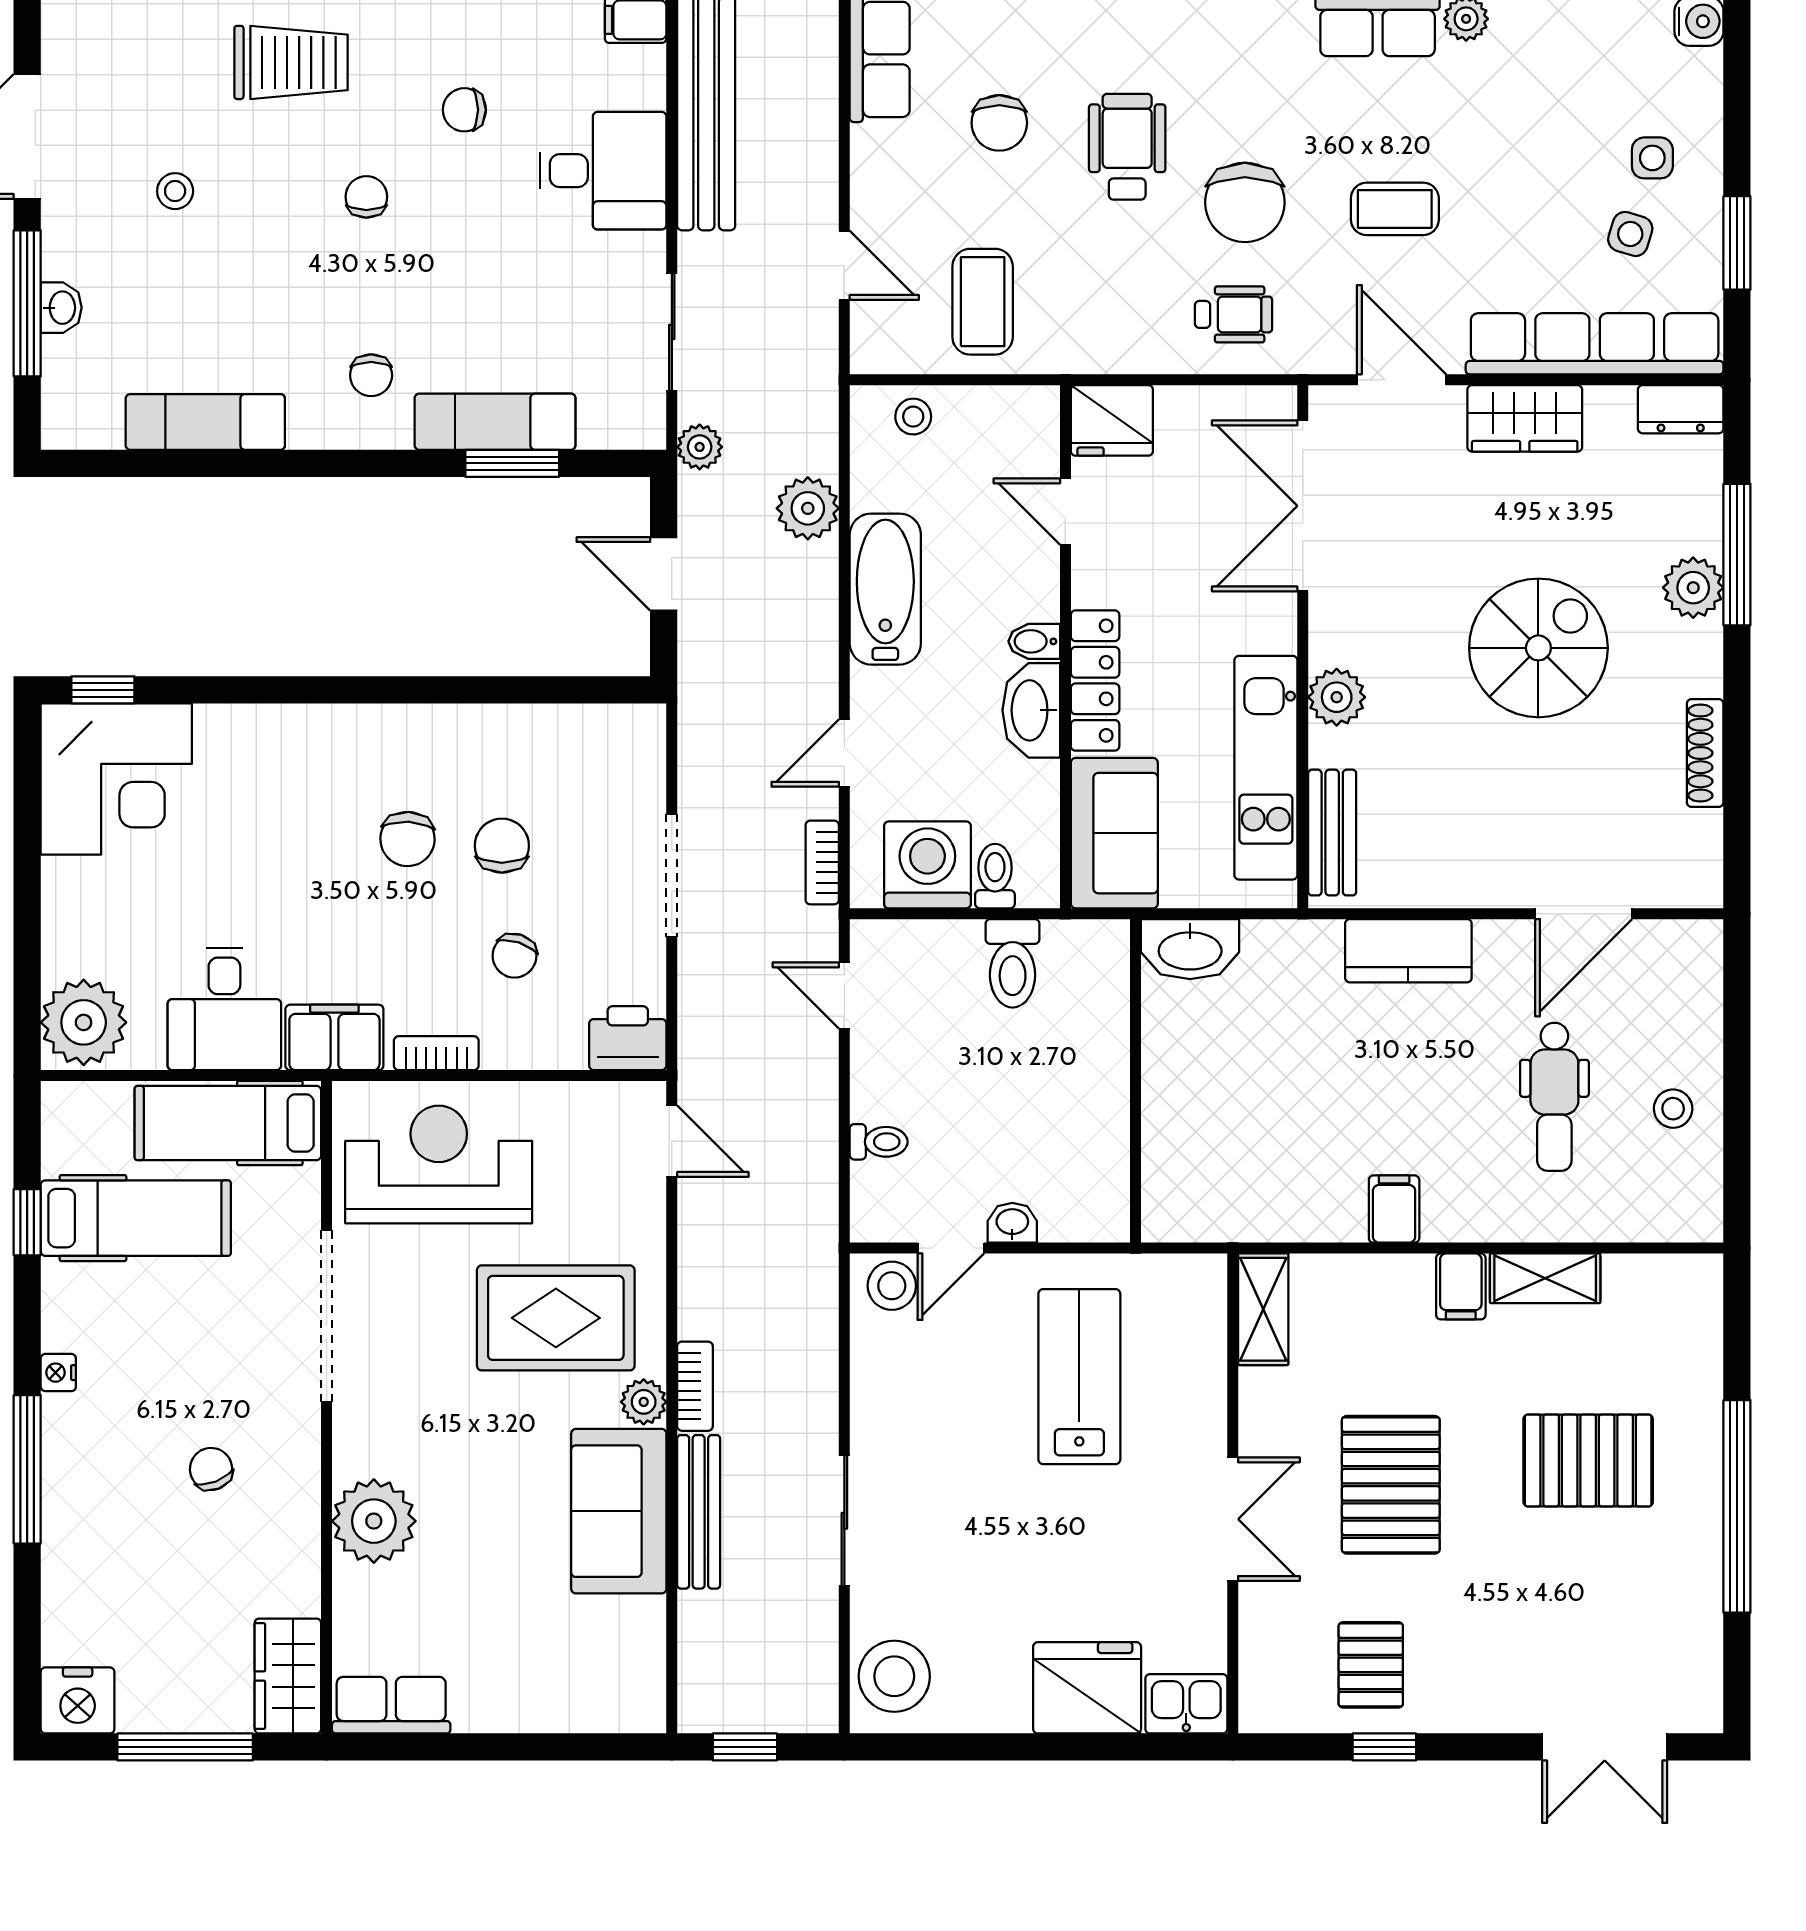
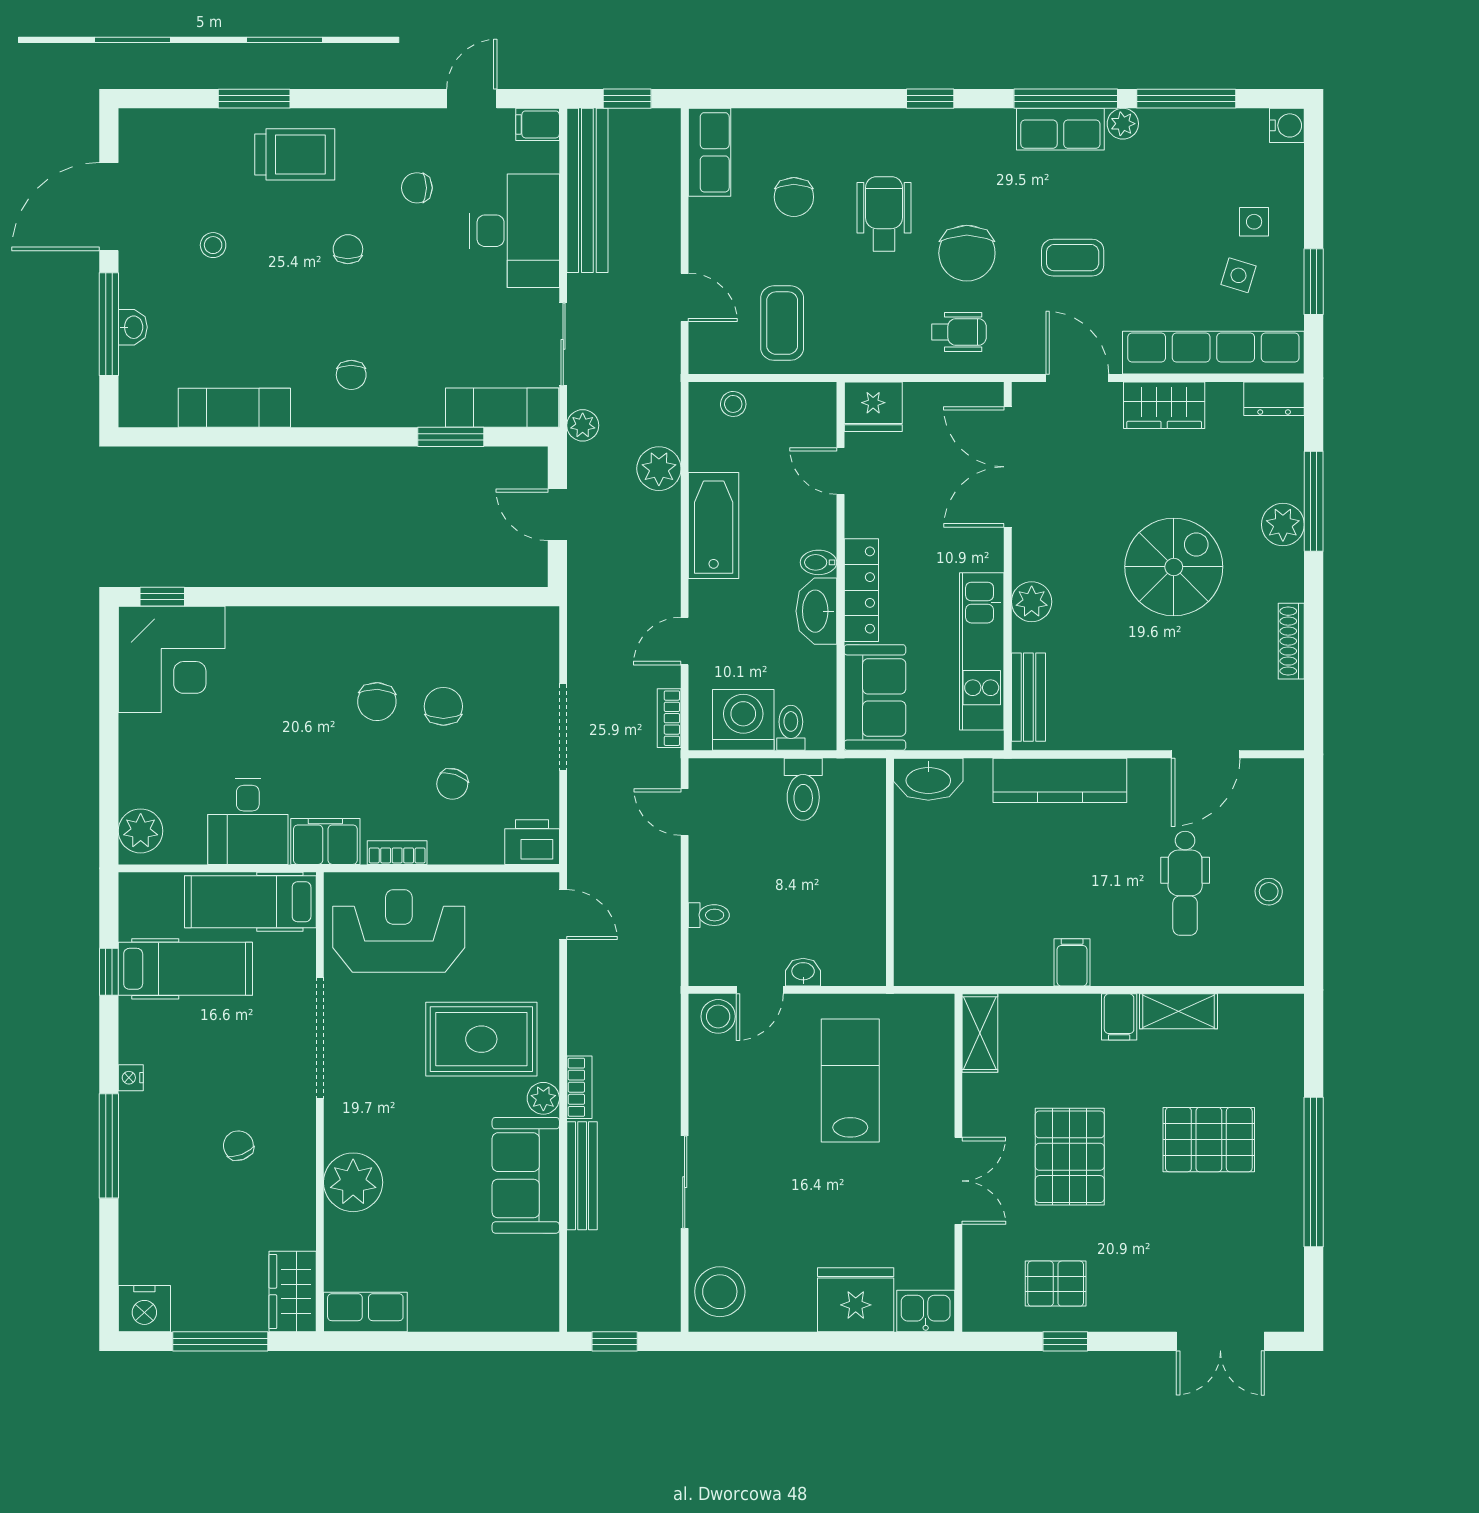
desk: (603, 171) -> (515, 231), width x1.37
exam couch: (495, 422) -> (502, 408), moved
kitchen counter: (1408, 951) -> (1060, 780), width x1.50
plant: (84, 1022) -> (141, 831), width x0.73, depth x0.73
pallet: (1371, 1665) -> (1056, 1284), turned 90

